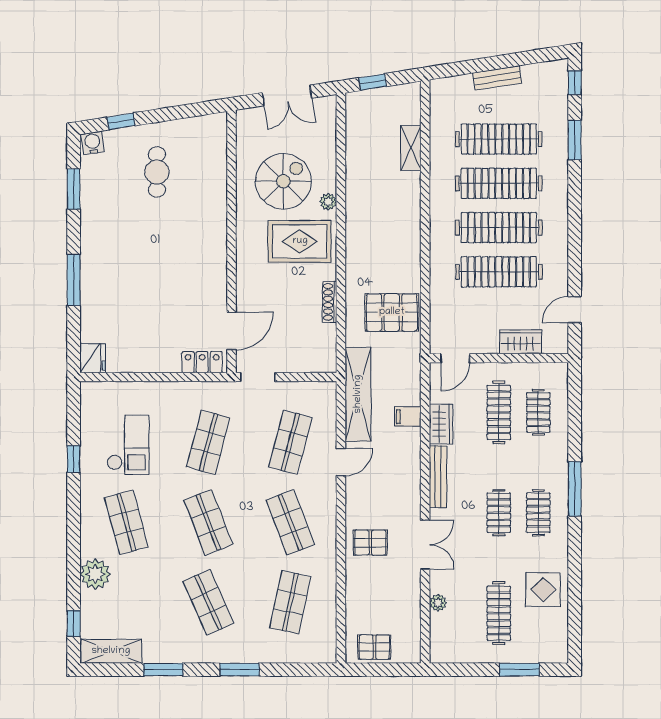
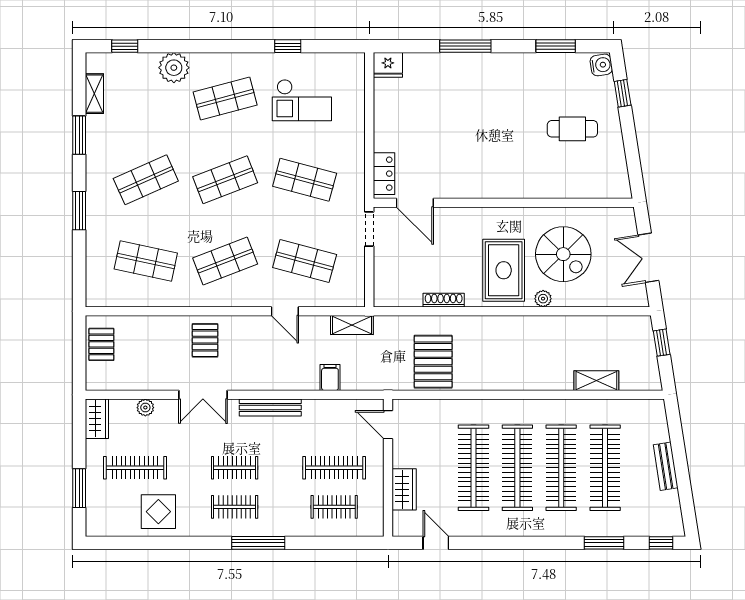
shelving: (358, 394) -> (352, 325), width x0.45, depth x0.75
wardrobe: (441, 424) -> (97, 419), moved, turned -90
shelving: (111, 651) -> (94, 94), width x0.67, depth x0.75

